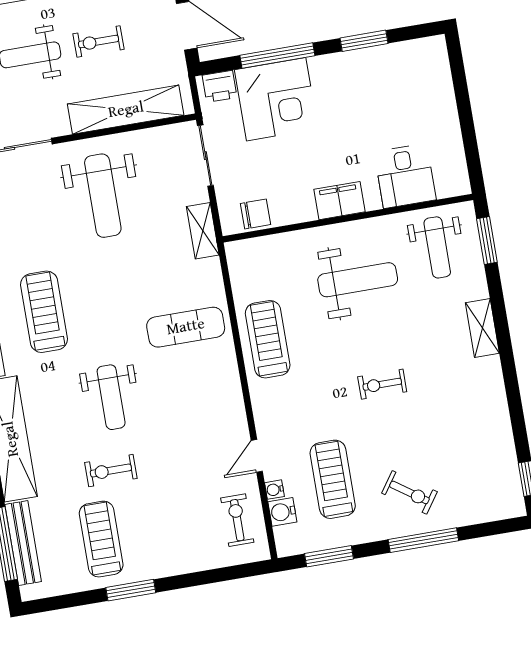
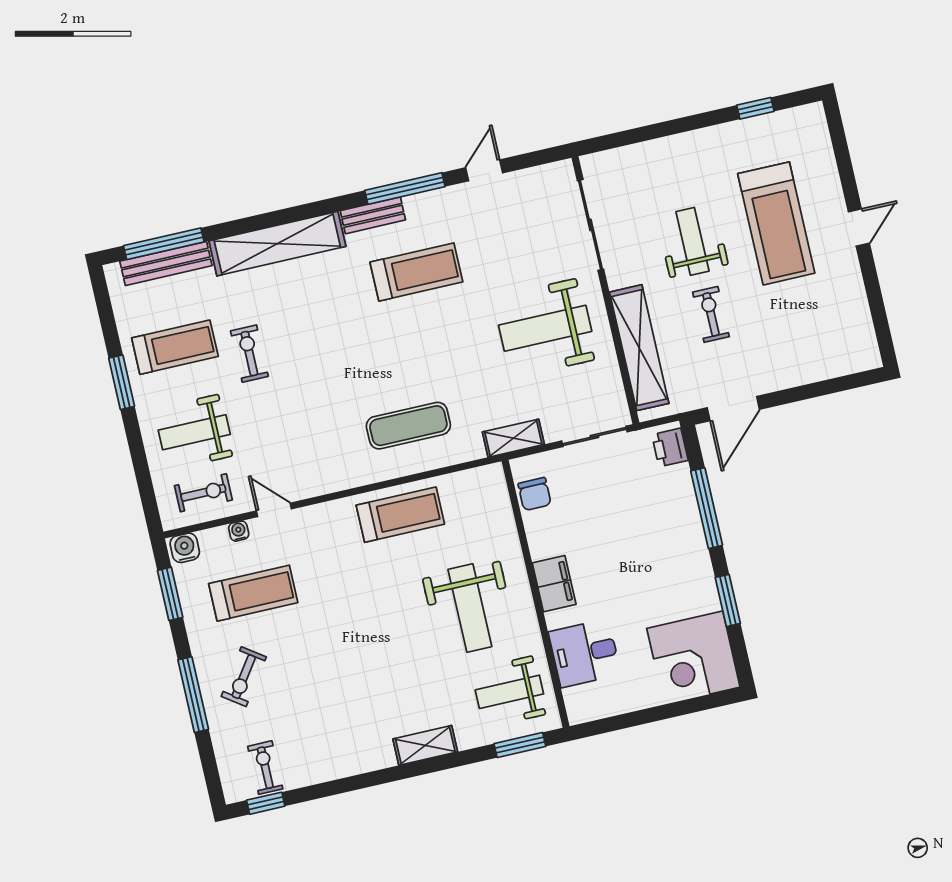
corner desk: (276, 99) -> (693, 658), moved
exercise mat: (186, 327) -> (408, 426), turned 90
exercise bike: (382, 384) -> (265, 768), moved
weight bench: (111, 397) -> (194, 432), moved
water cooler: (282, 512) -> (185, 548), moved

